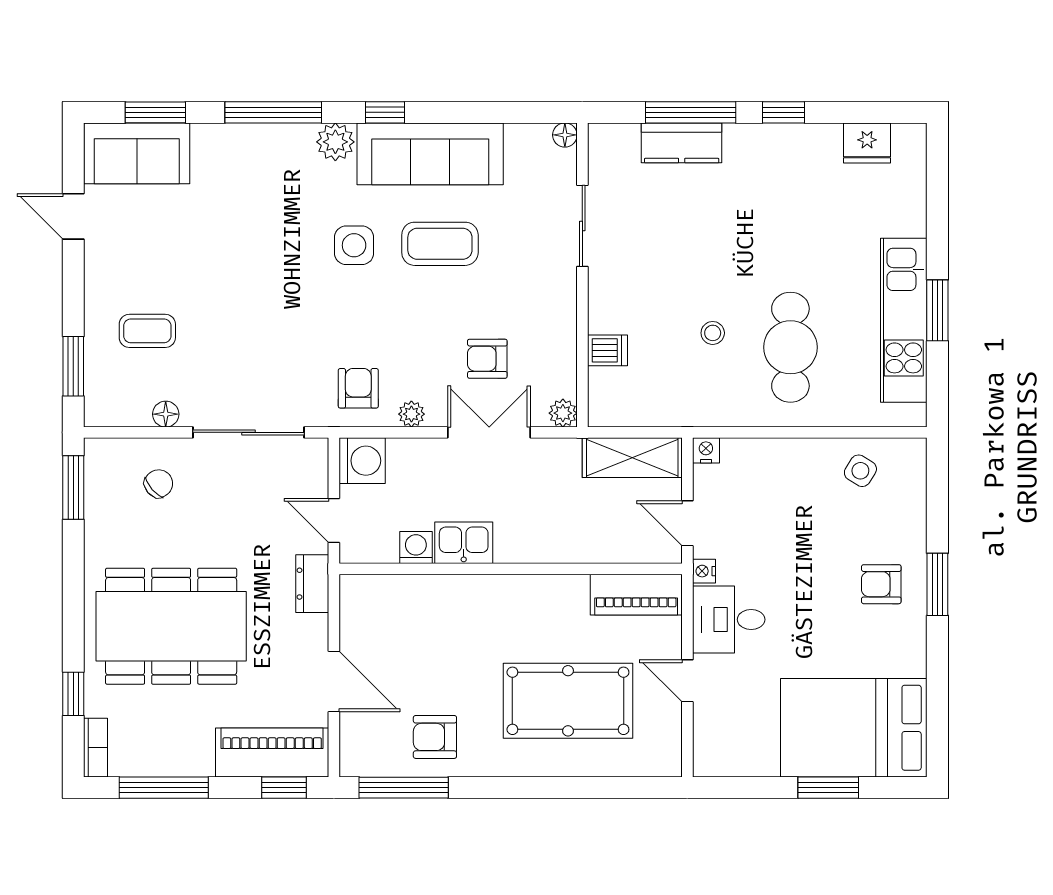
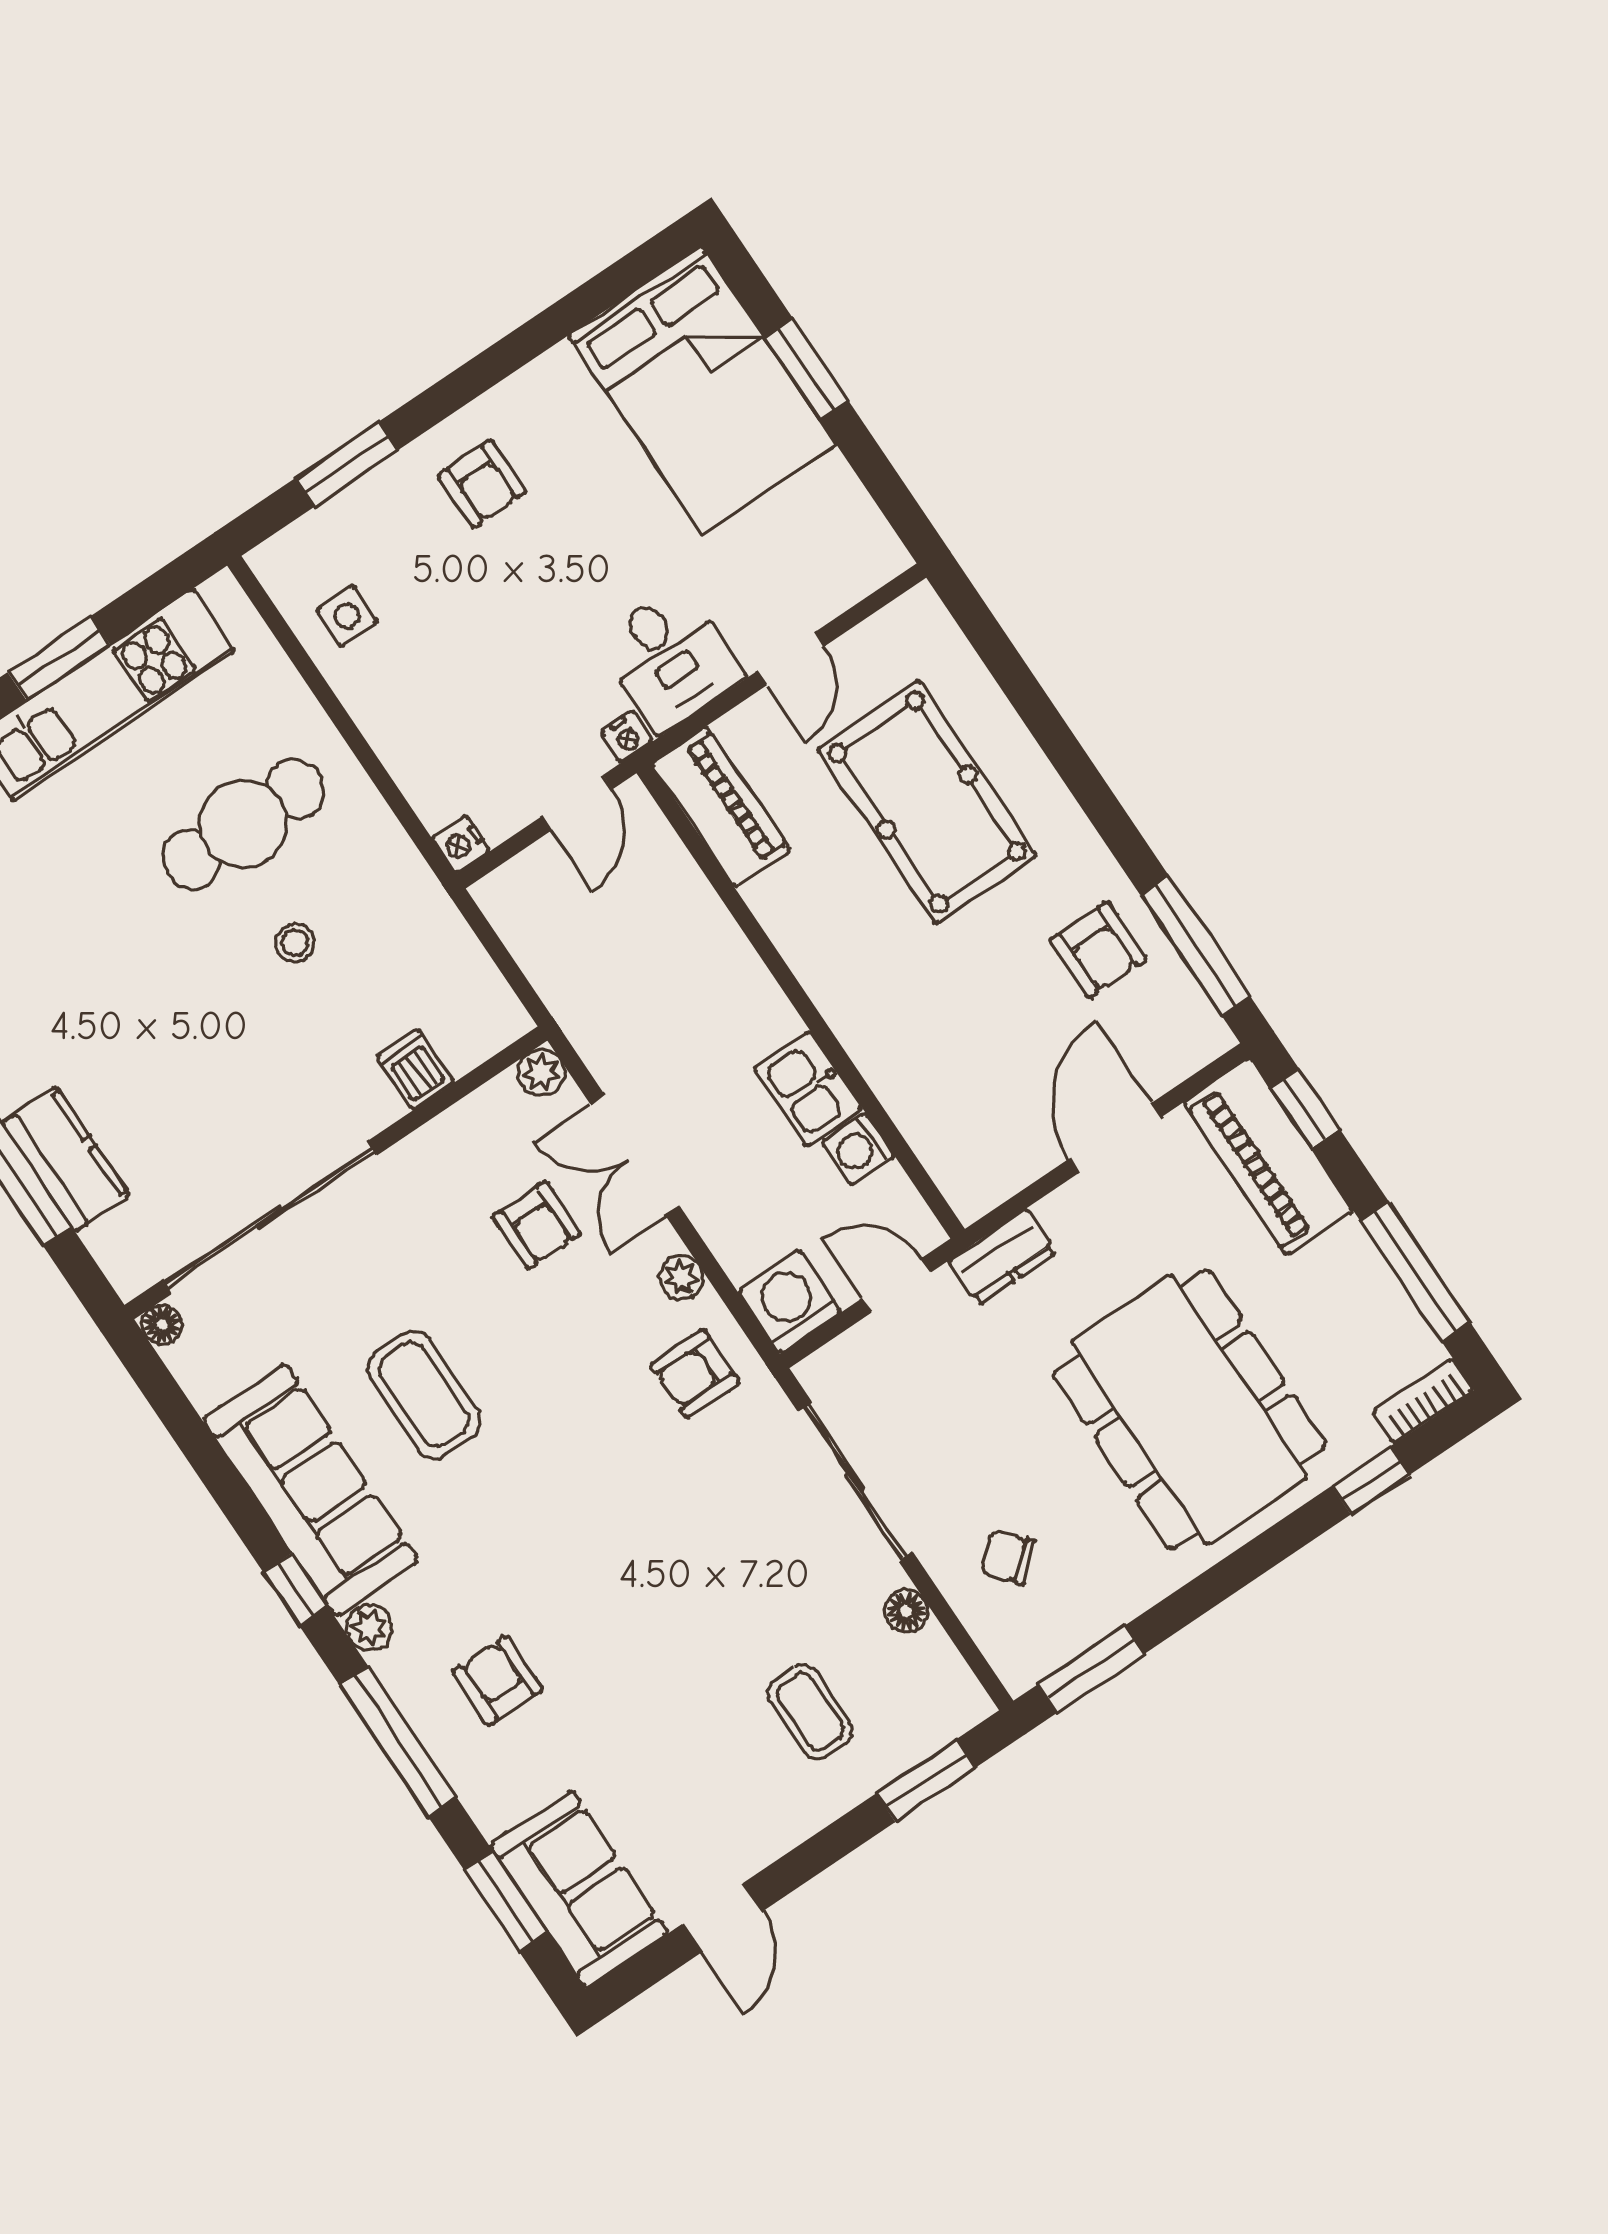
plant: (335, 142) -> (370, 1628), width x0.73, depth x0.73
armchair: (270, 183) -> (498, 1681), added
sliding door: (582, 226) -> (269, 1218), width x1.86
side table: (354, 245) -> (505, 1510), removed
shelving: (632, 458) -> (538, 938), removed
side table: (860, 471) -> (347, 616), turned -32
door: (334, 520) -> (897, 1285), swing flipped
window: (937, 584) -> (347, 464), moved

